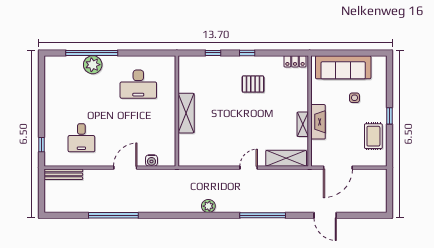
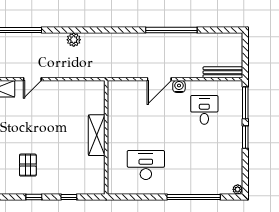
plant: (93, 65) -> (238, 189), moved, width x0.53, depth x0.53
pallet: (253, 84) -> (28, 165), turned 90
window: (42, 111) -> (245, 137), added
window: (42, 145) -> (245, 103), width x2.17
water cooler: (151, 160) -> (179, 86), moved

